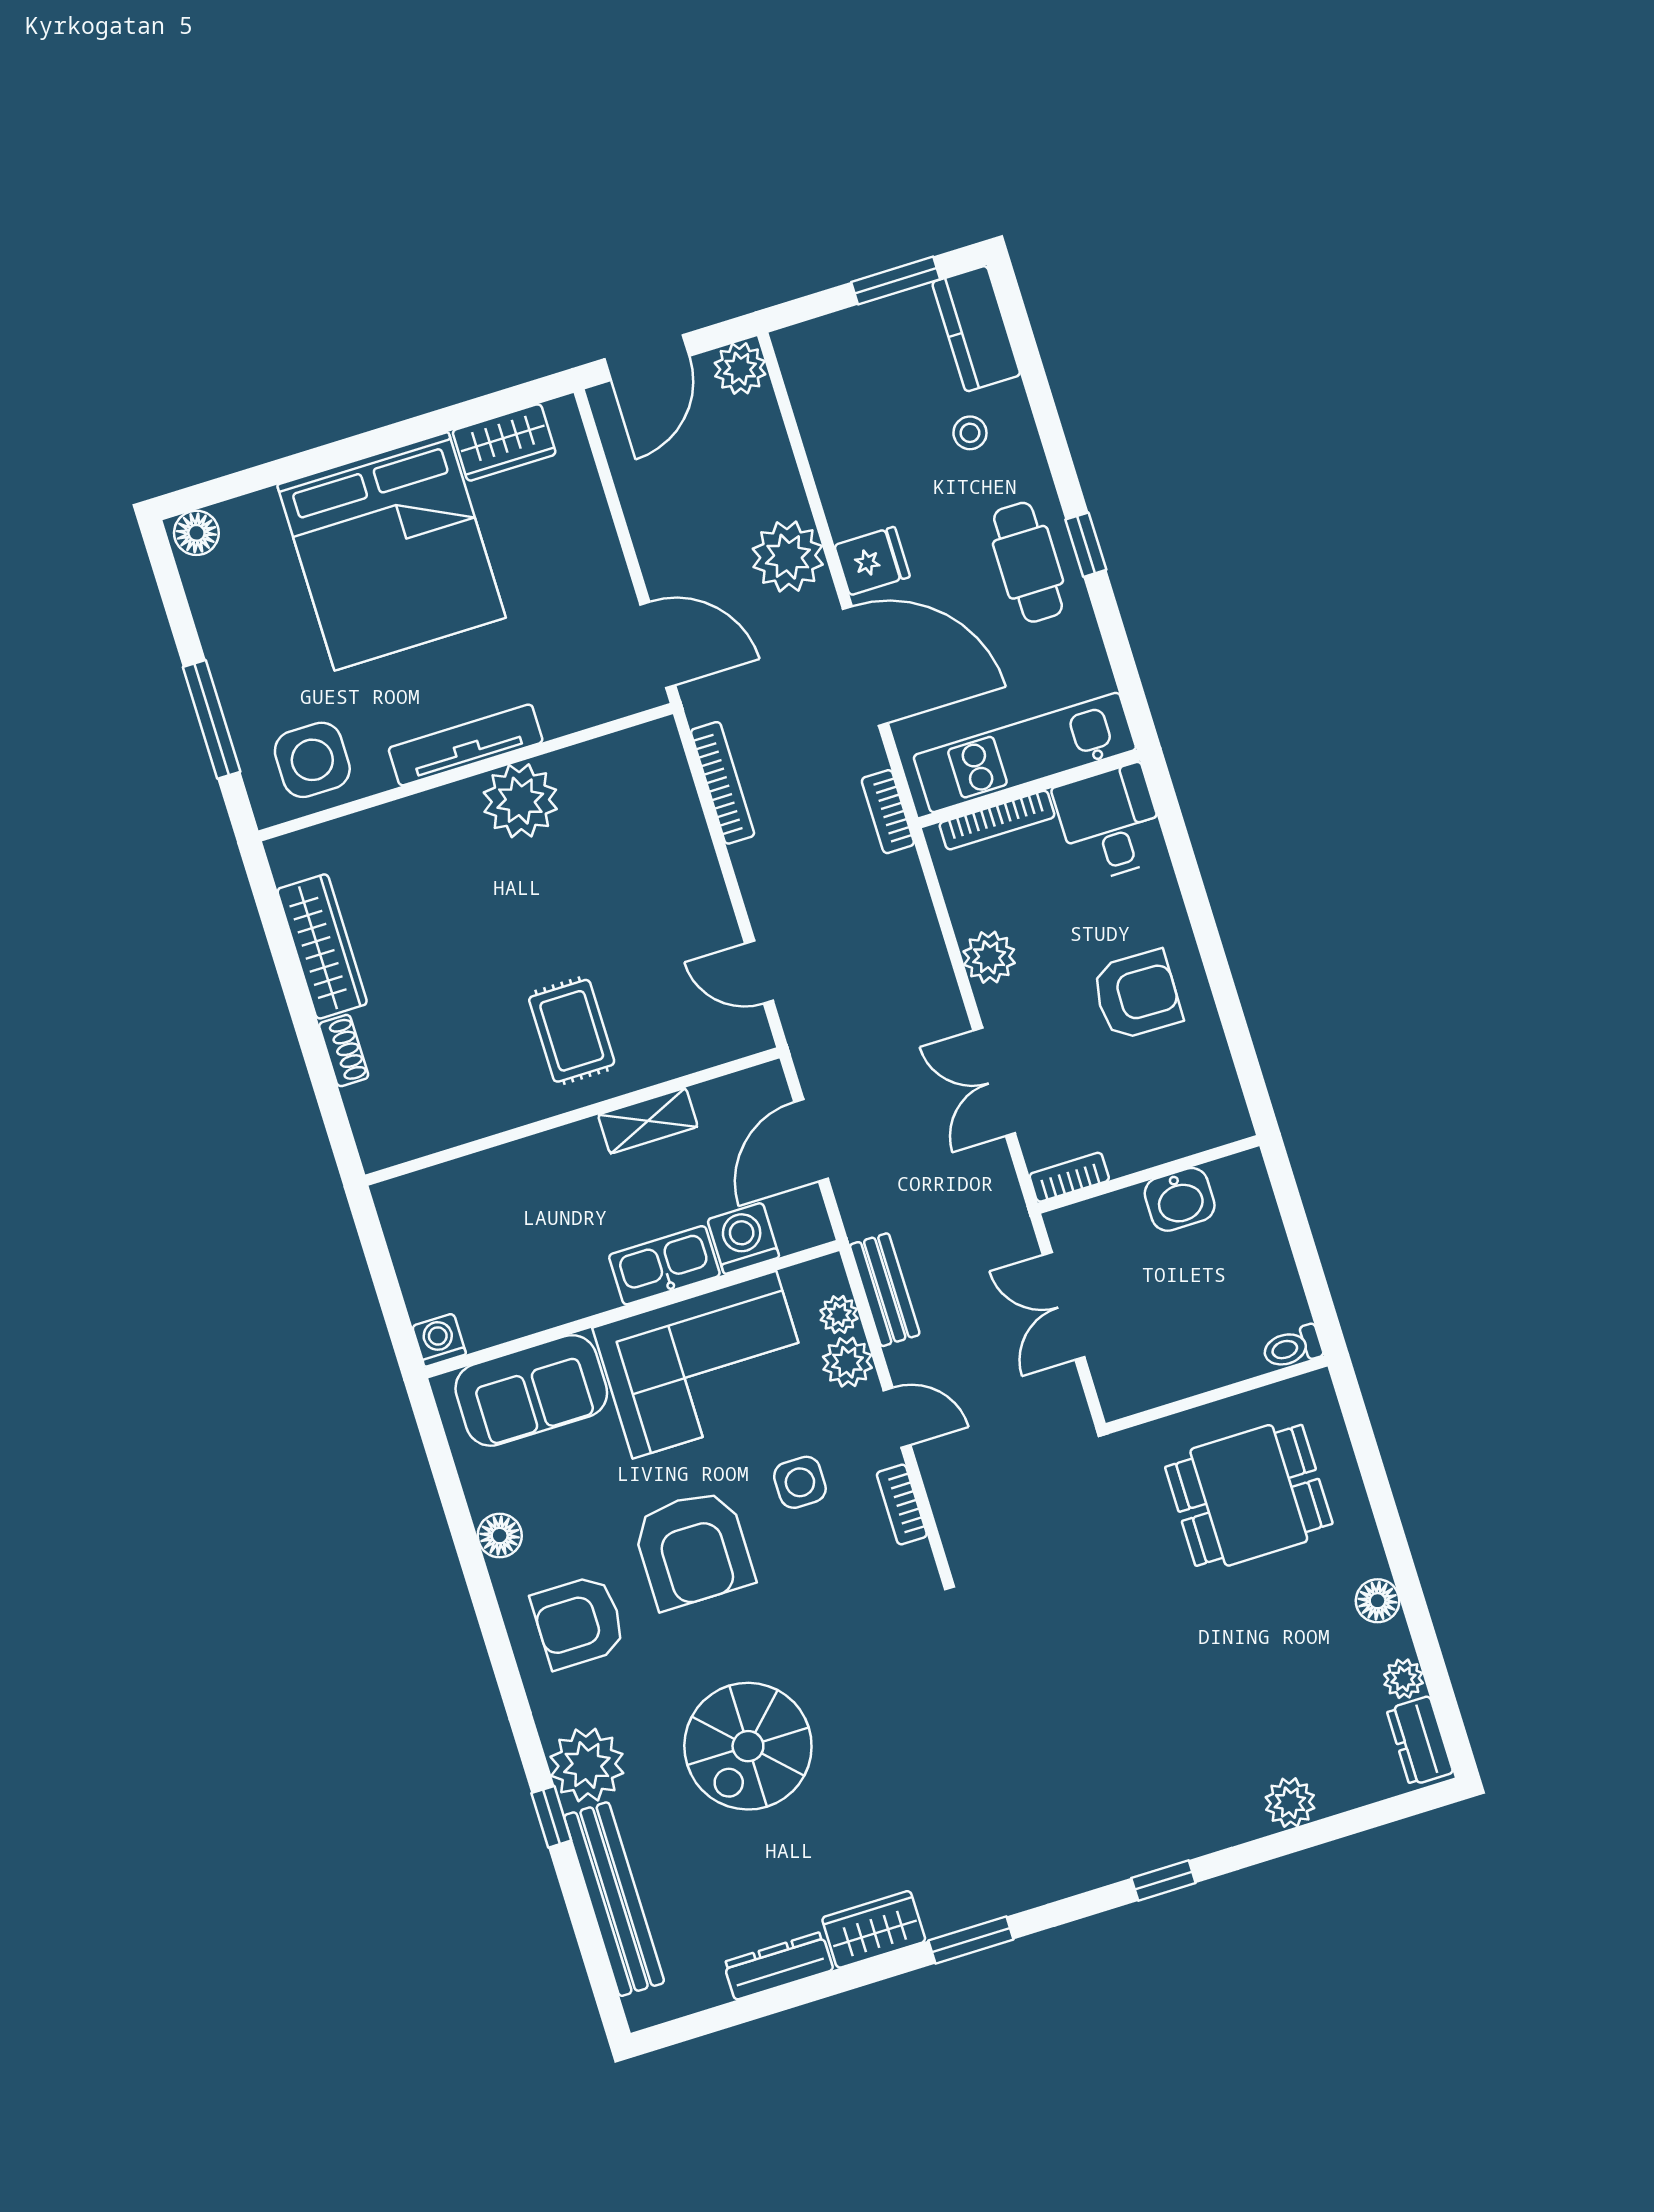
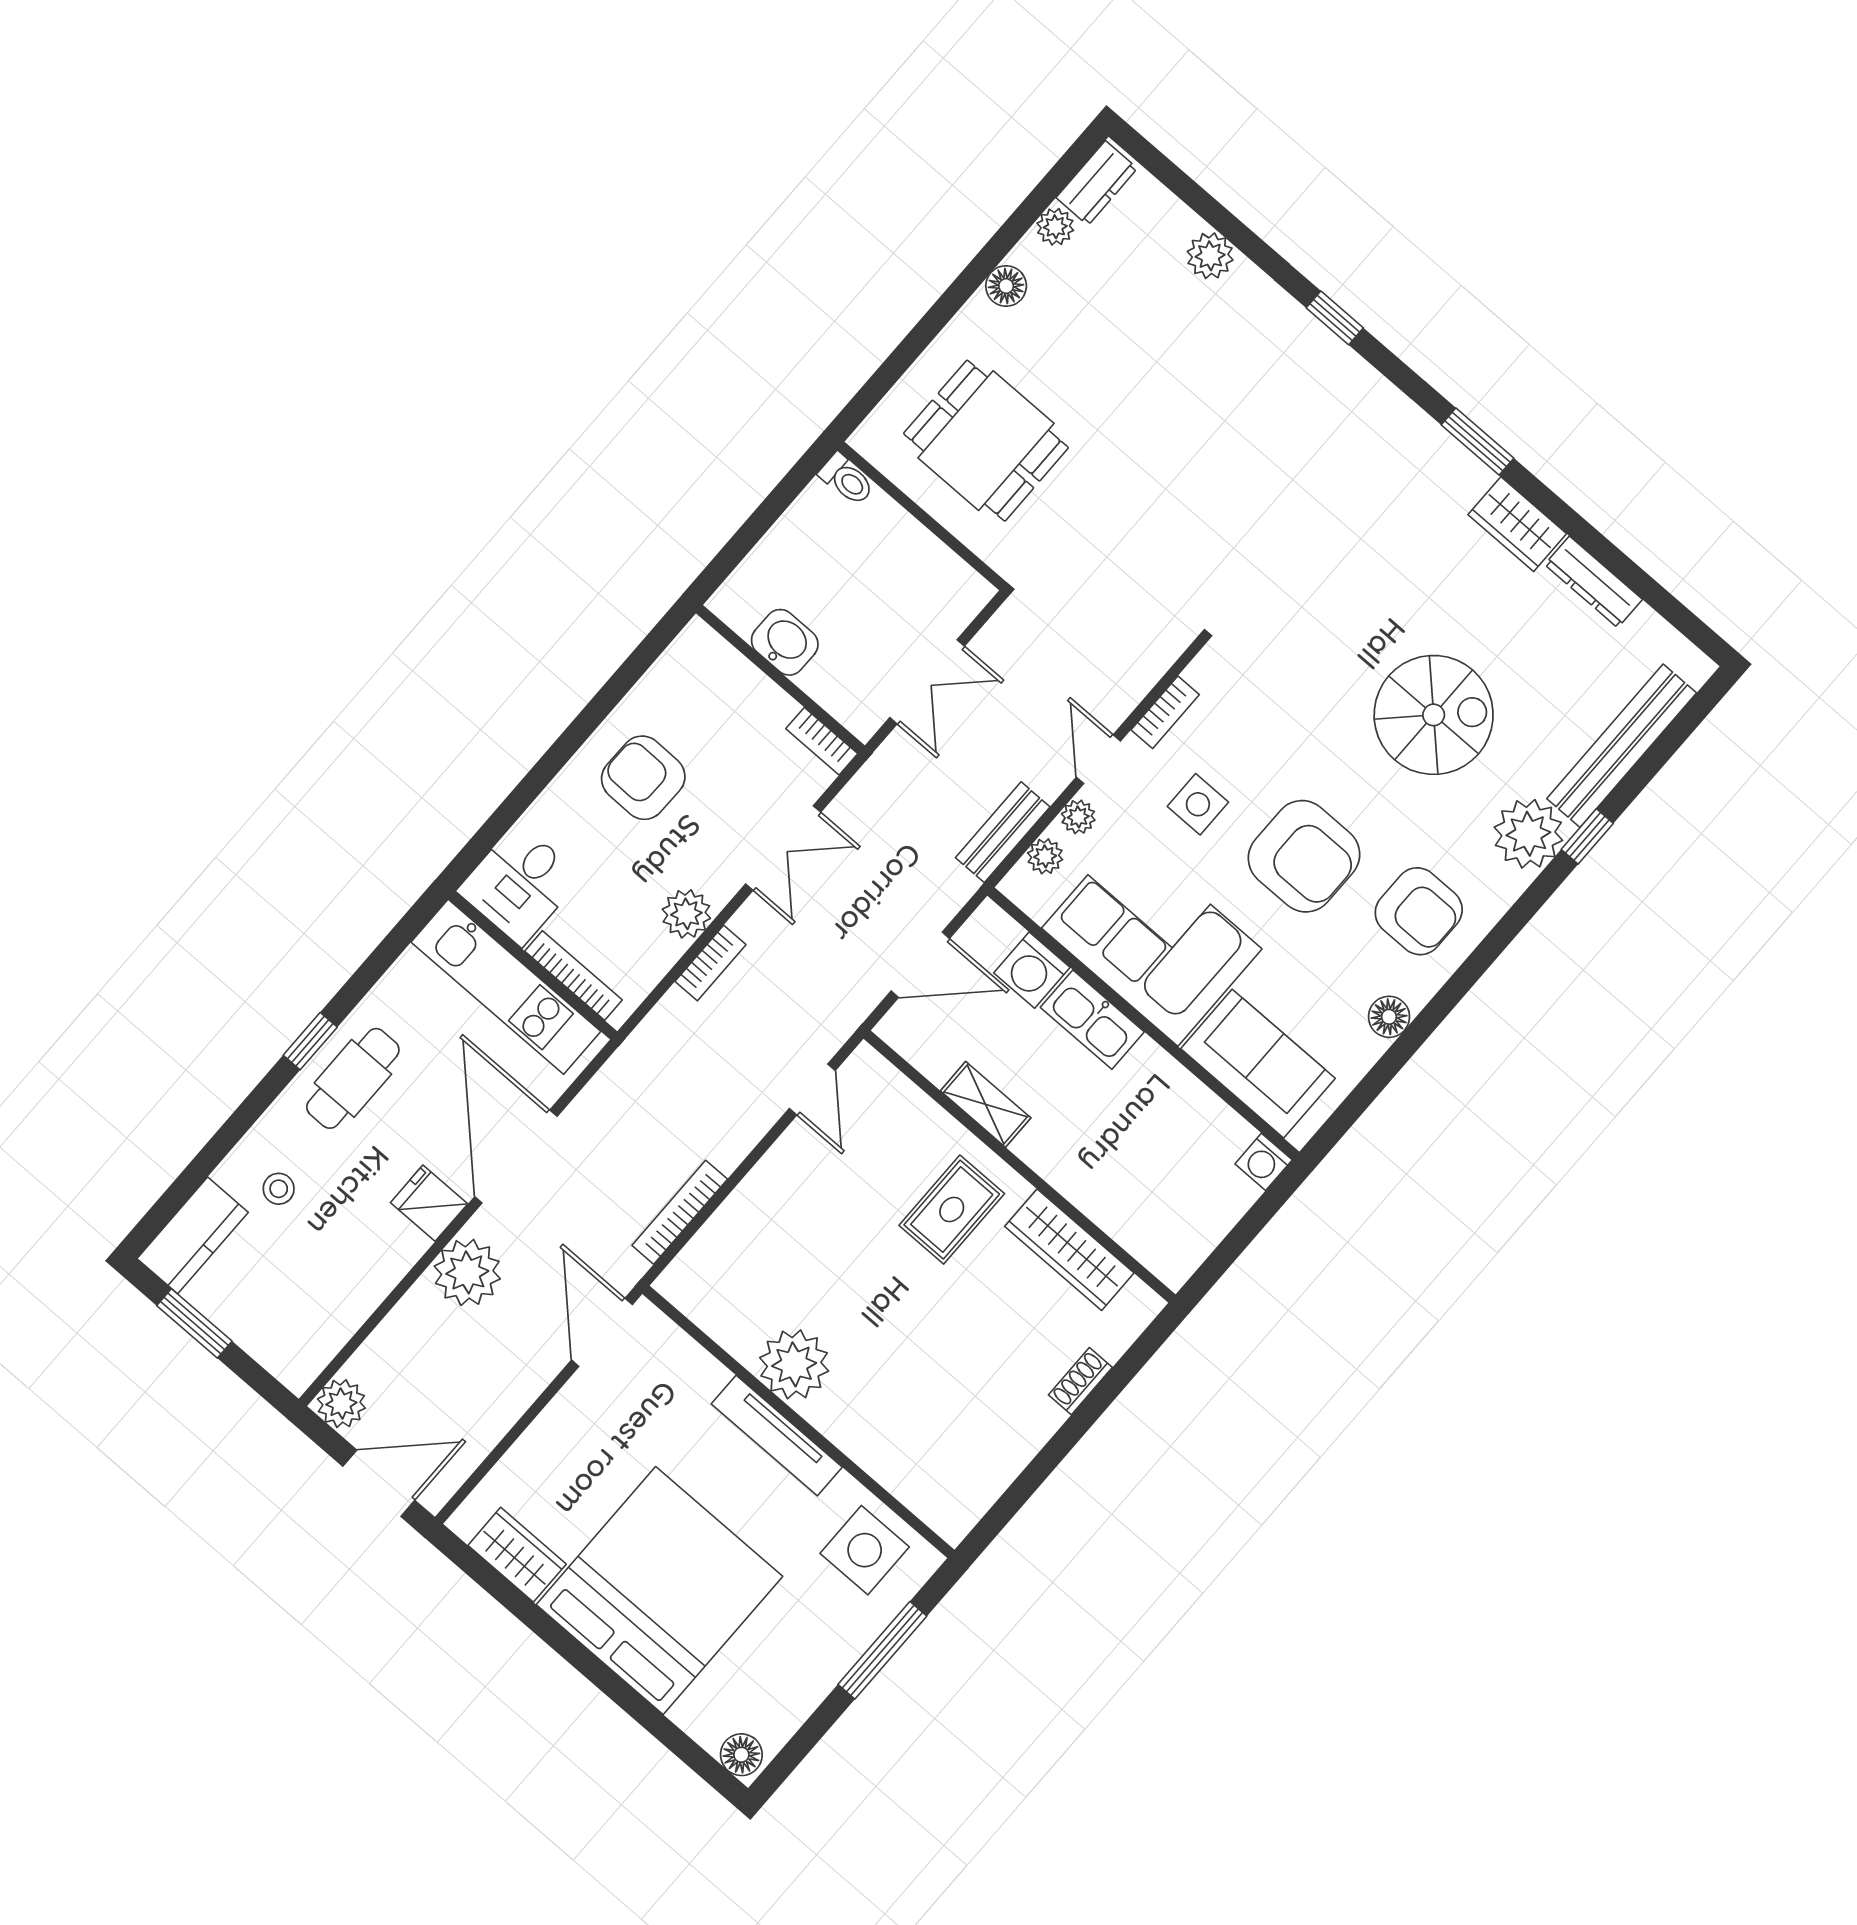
bookcase: (888, 812) -> (710, 963), moved
wardrobe: (322, 946) -> (1069, 1250), moved, turned -90
plant: (847, 1362) -> (1078, 817), width x0.73, depth x0.73
armchair: (693, 1549) -> (1304, 856), turned 90

